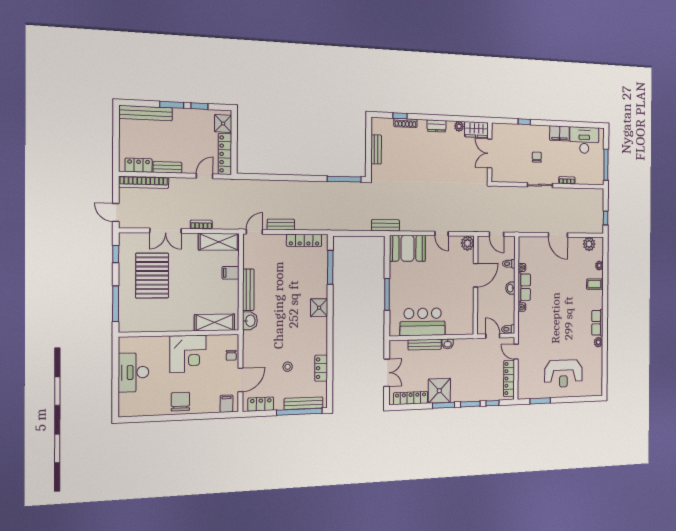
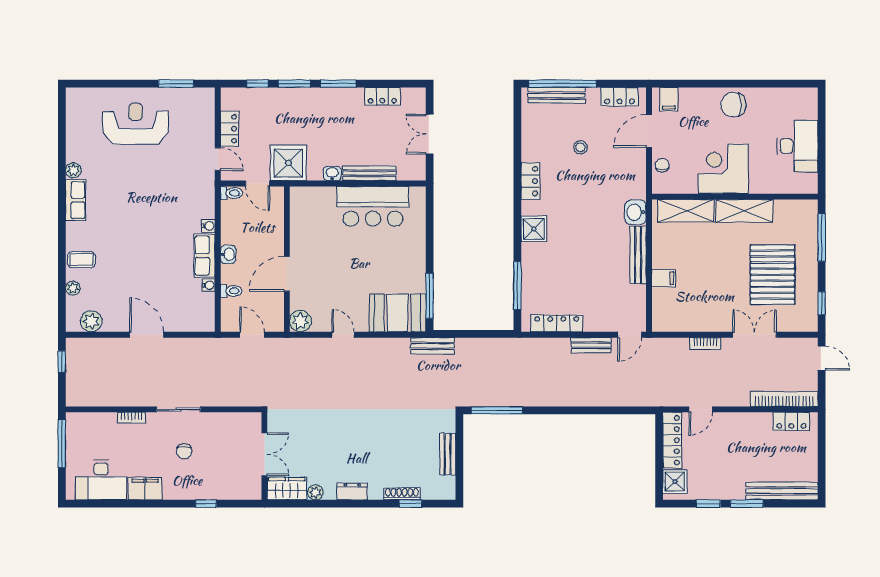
bench: (167, 167) -> (752, 420), removed
shelving: (219, 242) -> (744, 211), moved
window: (387, 294) -> (430, 296), moved
locker: (321, 368) -> (530, 181), moved
locker: (509, 378) -> (230, 129), width x0.66
shower: (439, 391) -> (288, 163), moved
locker: (411, 398) -> (382, 96), width x0.66
chair: (180, 402) -> (733, 105), turned 90

